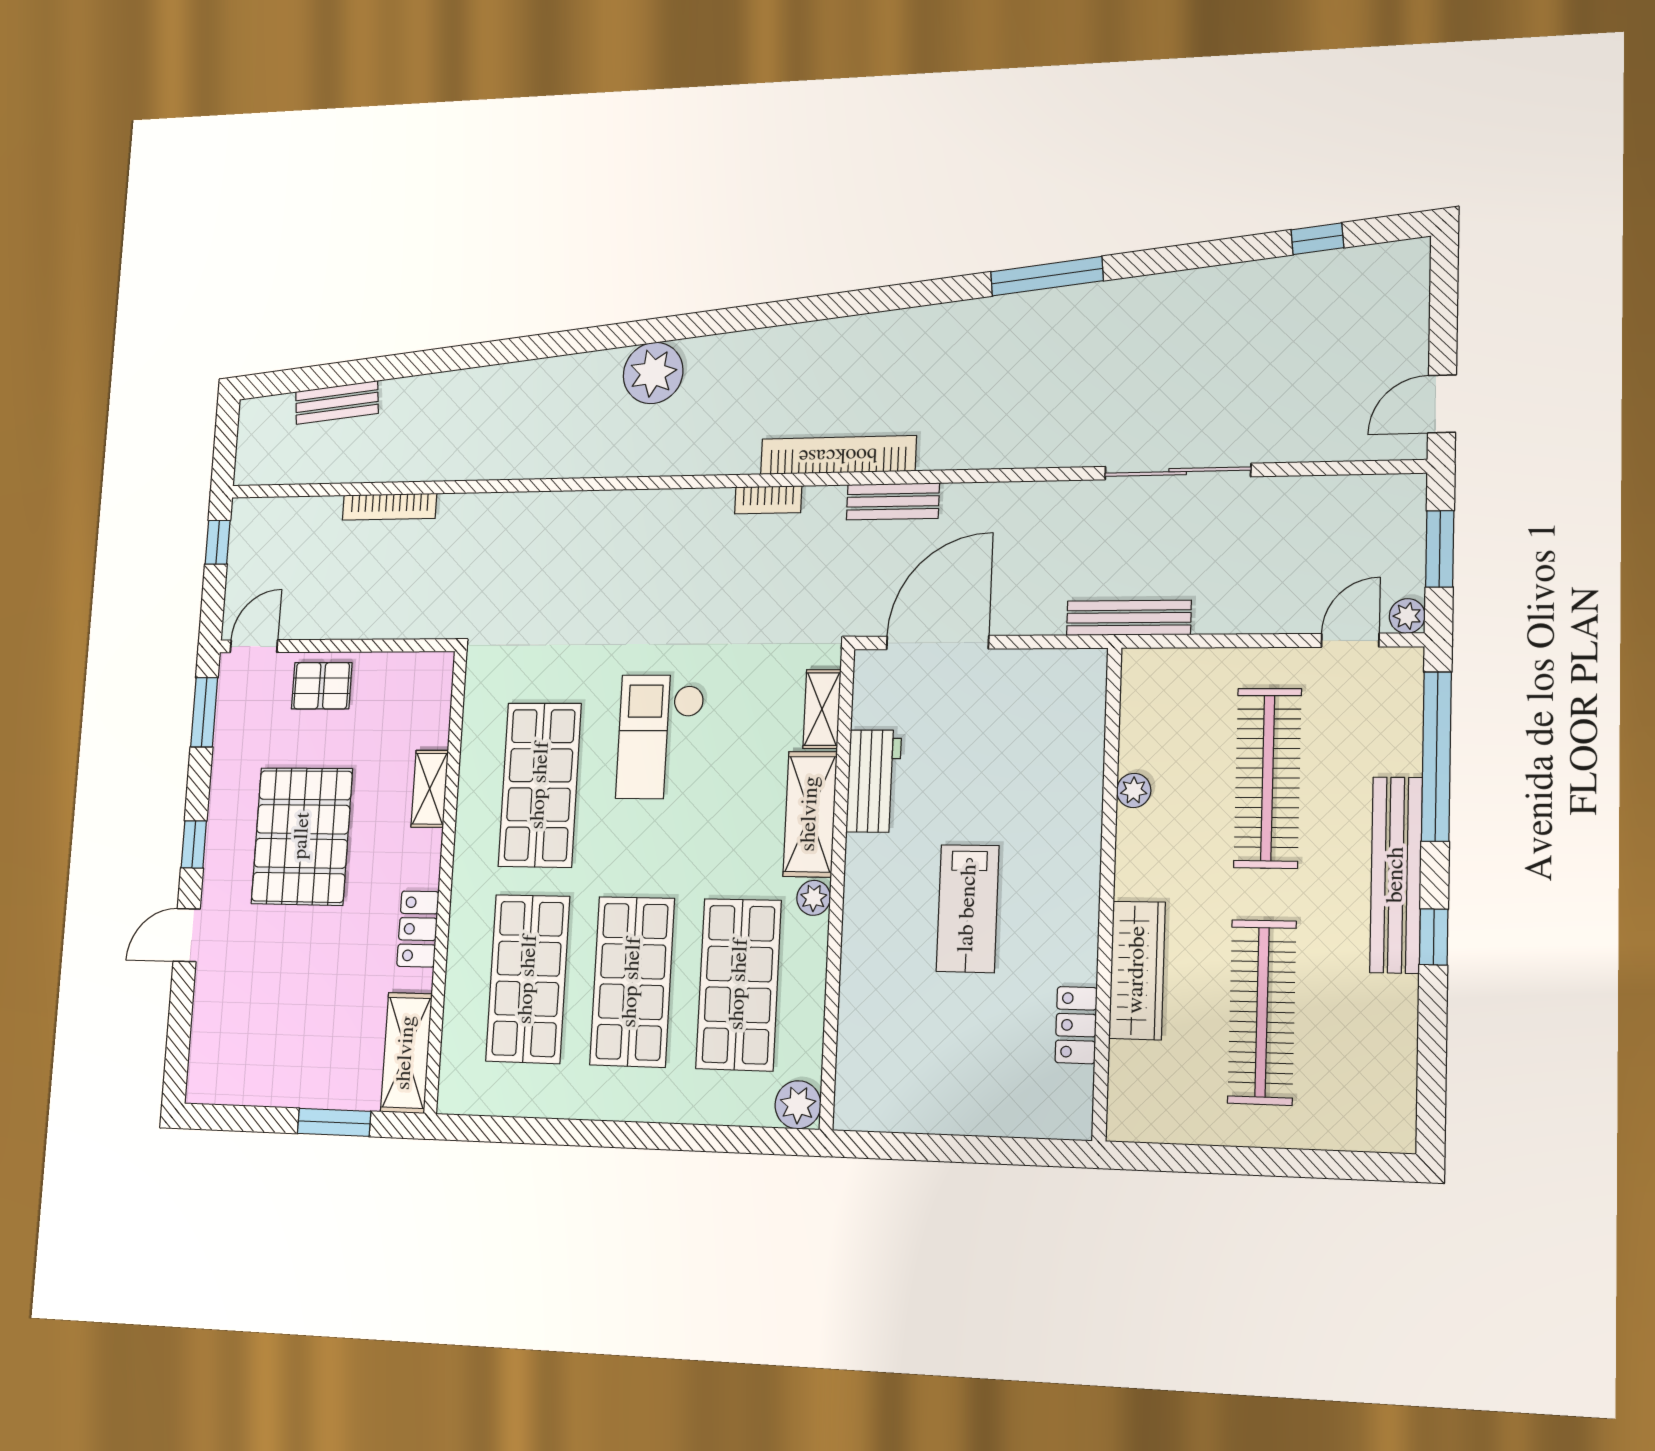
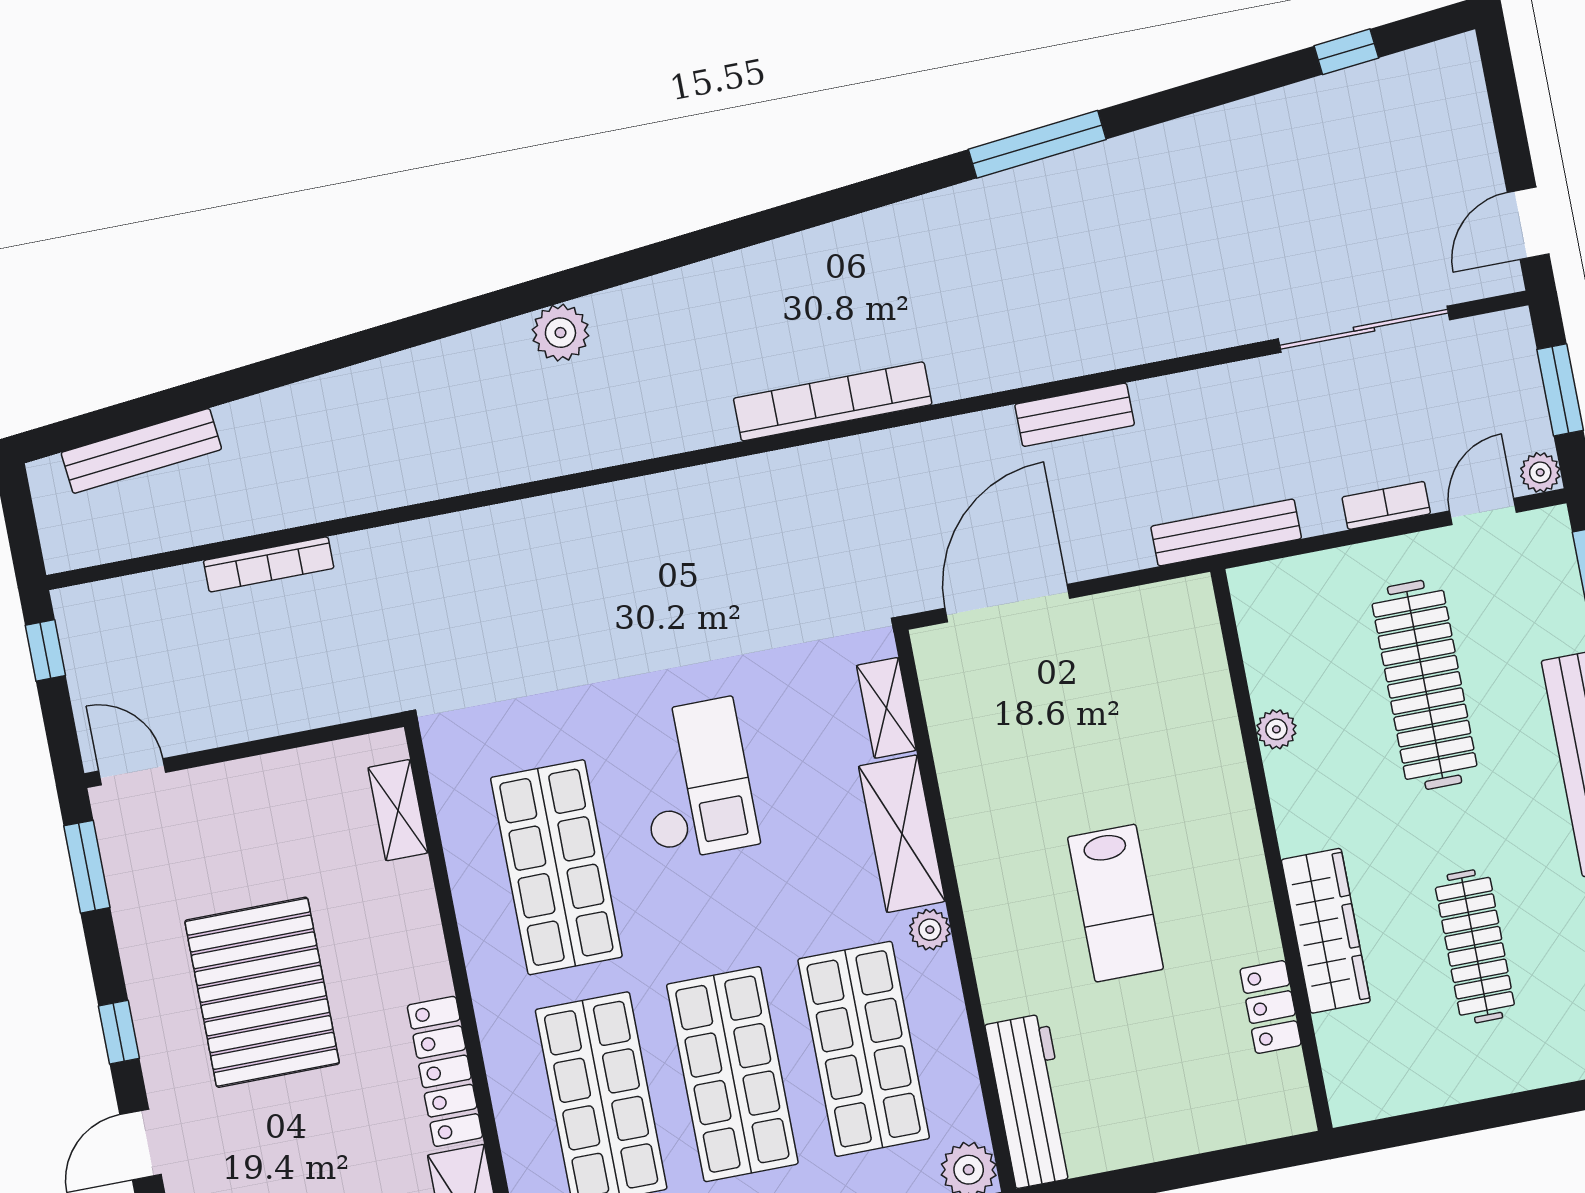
plant: (653, 373) -> (560, 333), width x0.73, depth x0.73
bench: (337, 402) -> (141, 451), width x1.36
sliding door: (1178, 472) -> (1364, 329), moved
bookcase: (768, 500) -> (1386, 505), moved, turned 180
bench: (893, 501) -> (1075, 415), moved
door: (254, 646) -> (132, 772), hinge flipped
pallet: (322, 686) -> (238, 803), removed
checkout: (660, 737) -> (694, 780), turned 180
workbench: (874, 781) -> (1031, 1101), moved, width x1.38
shelving: (430, 789) -> (398, 810), moved
locker: (418, 929) -> (445, 1071), width x1.53
clothes rail: (1262, 1012) -> (1475, 946), width x0.73, depth x0.76

